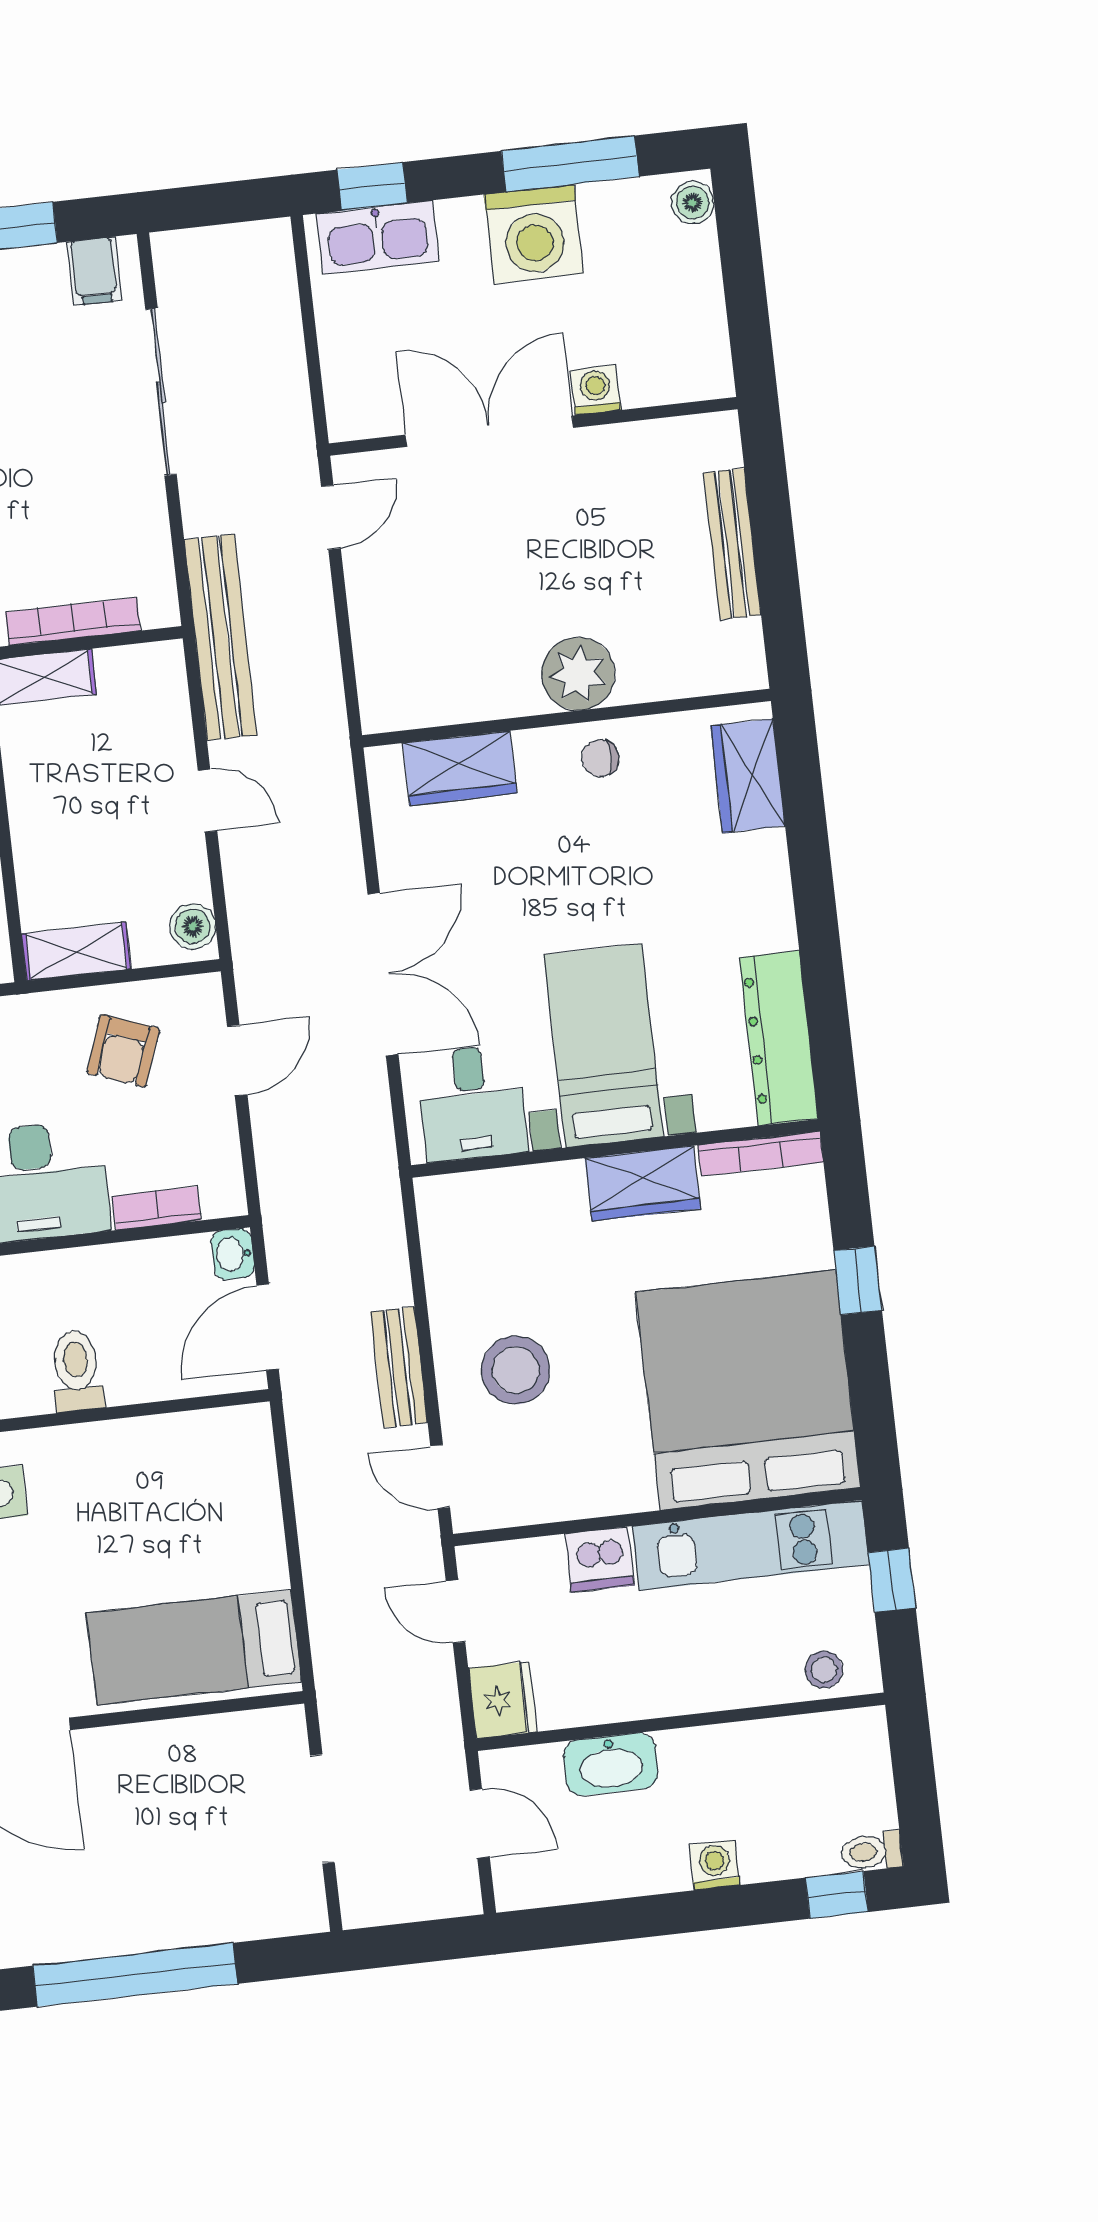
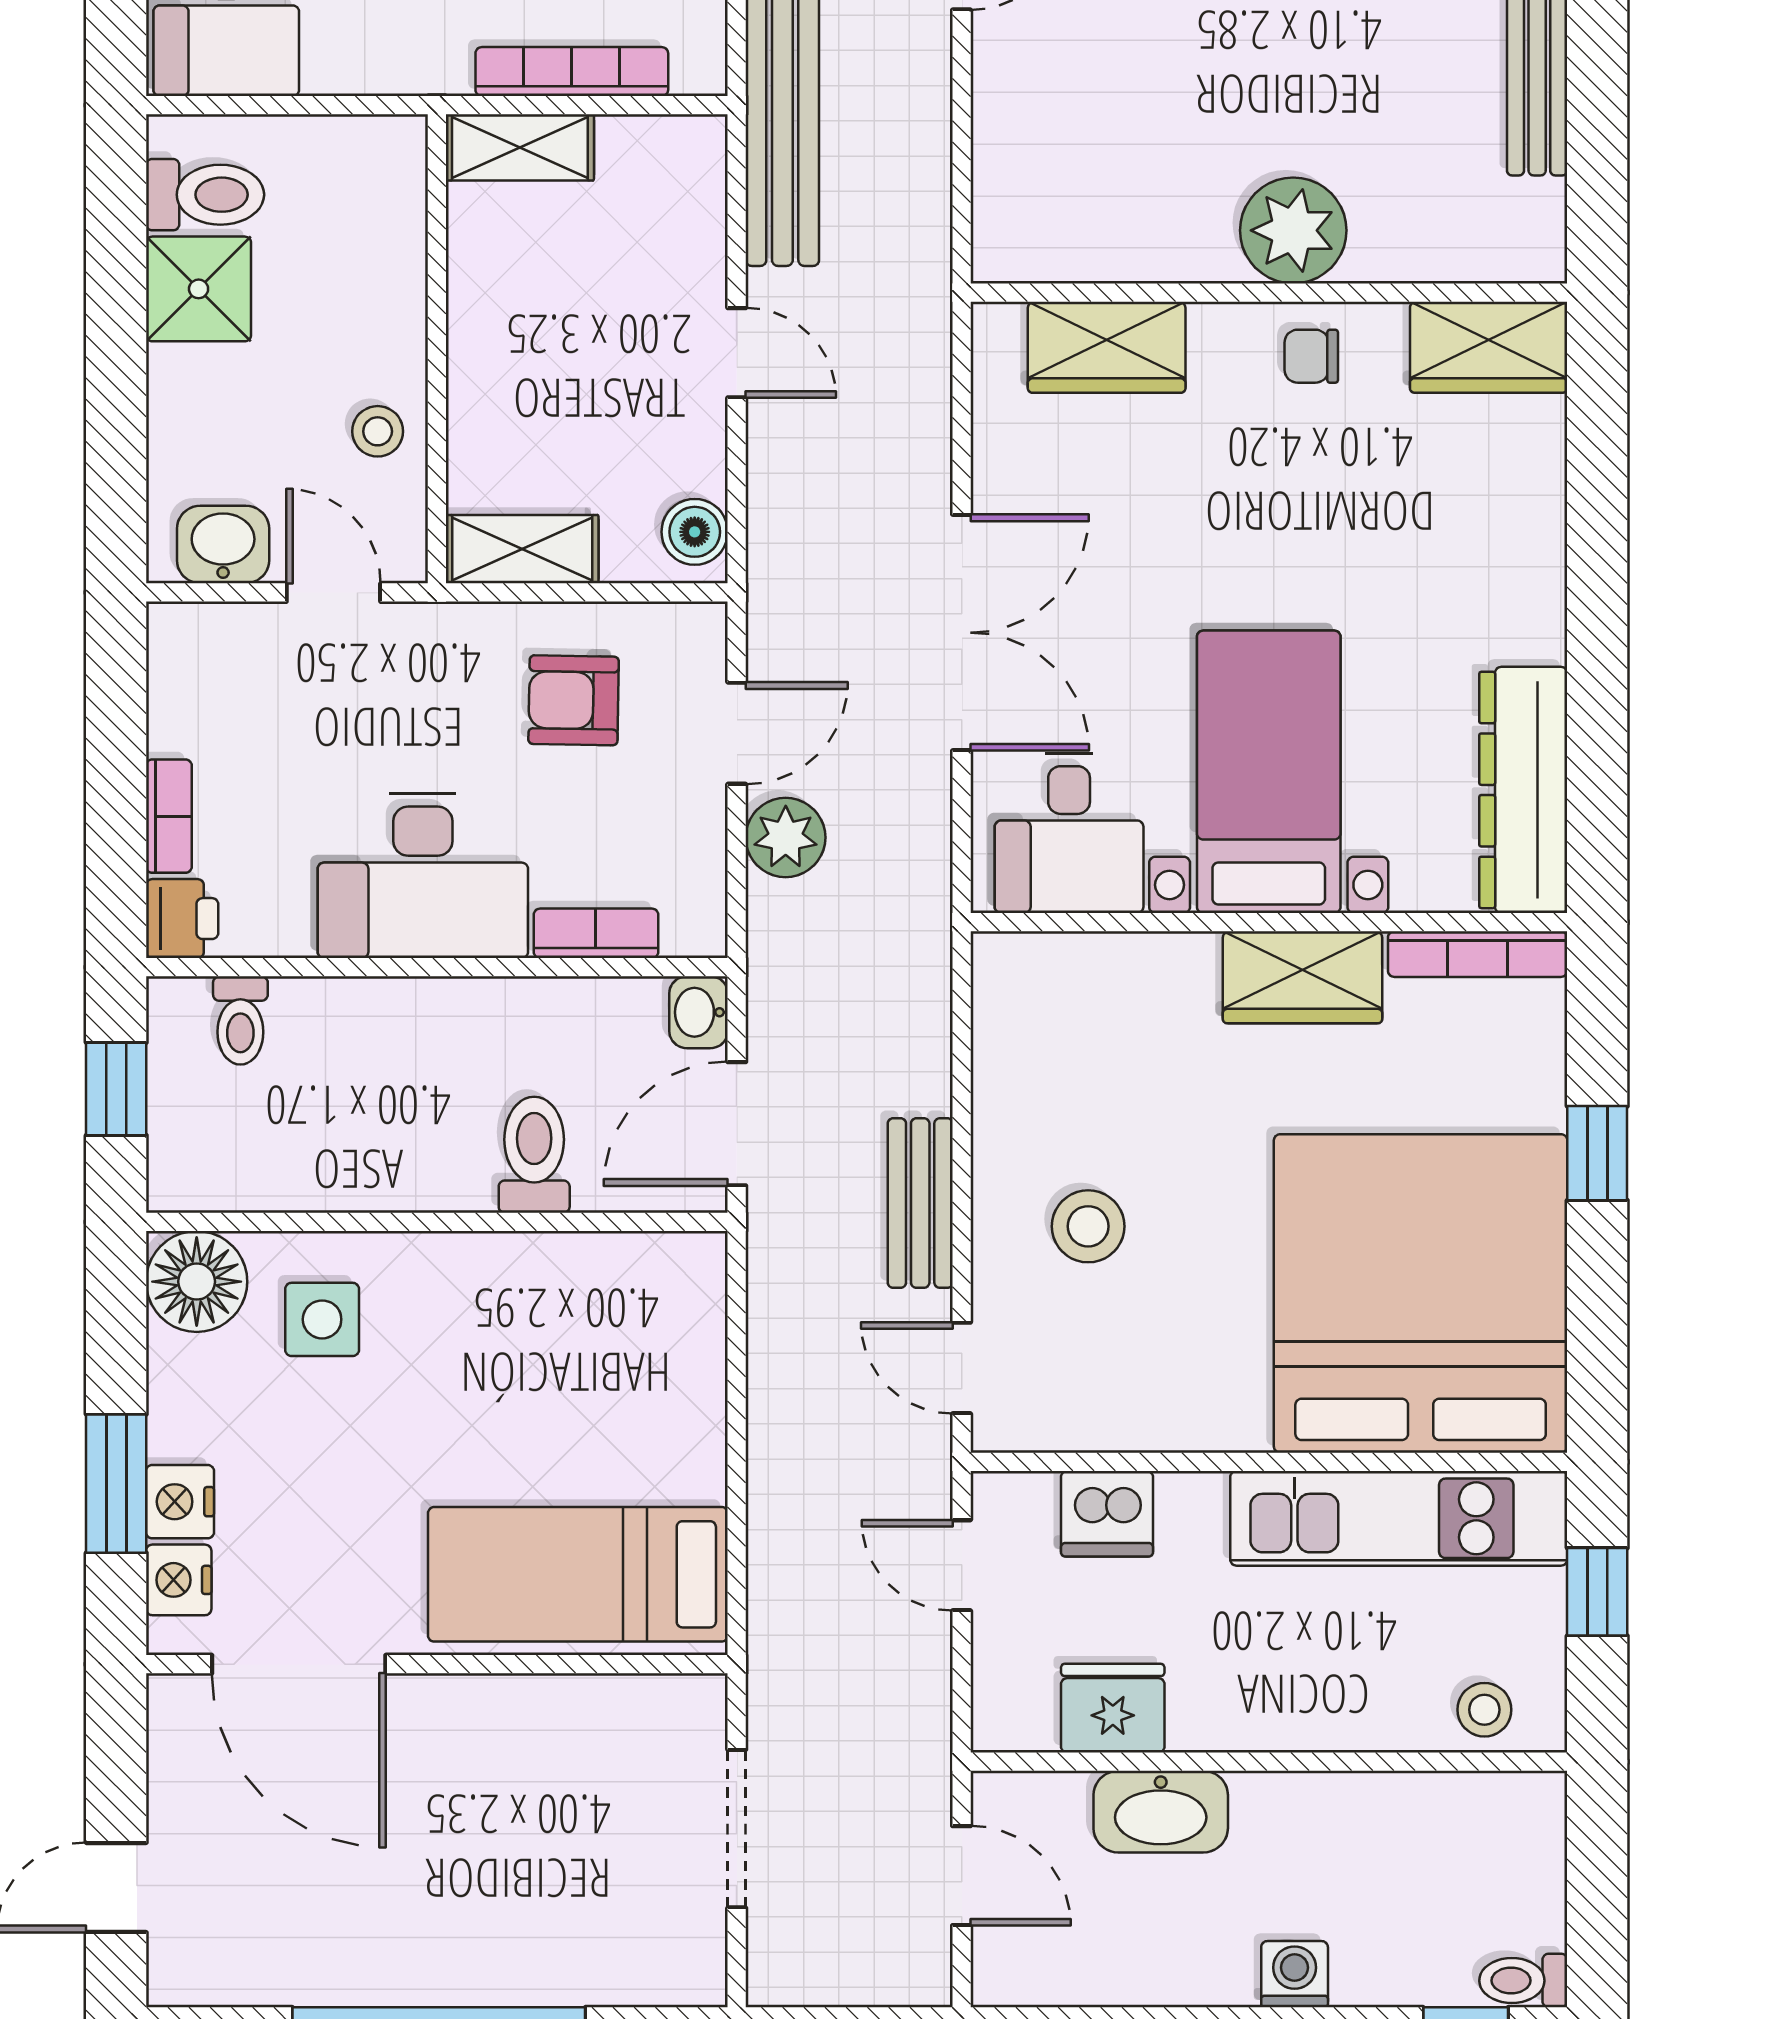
wardrobe: (748, 776) -> (1489, 347), moved, turned -90
armchair: (123, 1051) -> (574, 700), turned 71
plant: (279, 1128) -> (786, 837), added
stool: (516, 1370) -> (1088, 1226), width x0.73, depth x0.73
toilet: (77, 1371) -> (534, 1155), moved
dishwasher: (600, 1559) -> (1107, 1514), moved
fridge: (503, 1700) -> (1113, 1708), moved, turned -90

